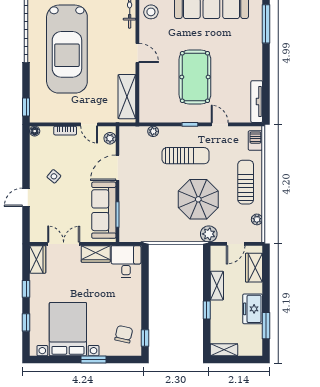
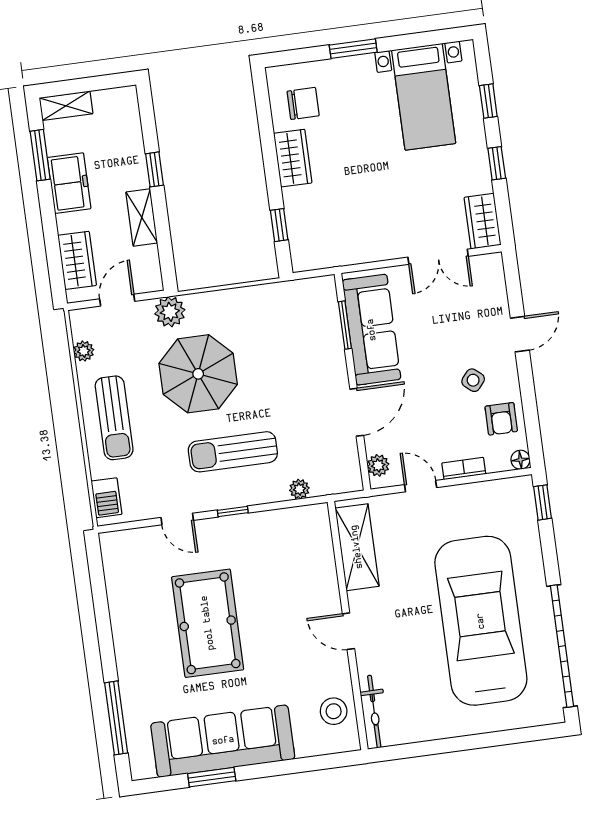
pool table: (195, 77) -> (208, 623), moved
tv unit: (257, 102) -> (114, 571), removed
armchair: (42, 154) -> (501, 419), added
wardrobe: (96, 254) -> (293, 158), moved, turned 90
desk: (126, 261) -> (317, 240), removed
bed with nightstands: (68, 329) -> (424, 97), width x0.73
chair: (124, 334) -> (303, 103), turned -103
window: (145, 338) -> (279, 225), moved
shelving: (224, 350) -> (66, 106), moved

